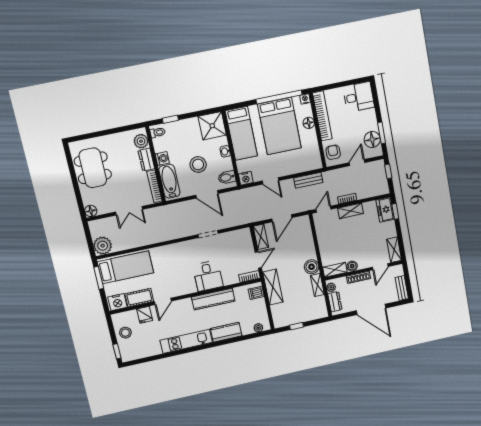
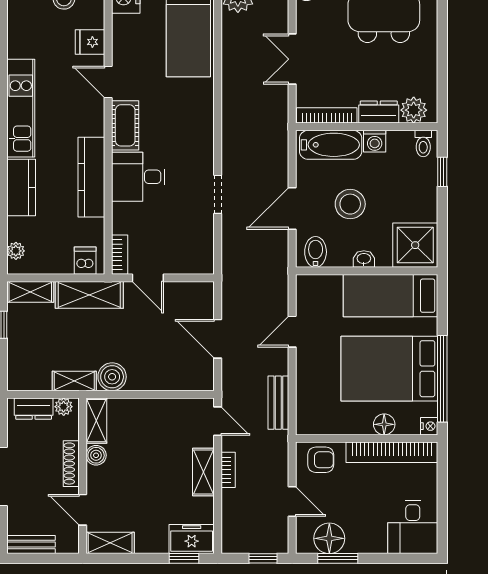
nightstand: (246, 178) -> (307, 286), removed
shelving: (261, 237) -> (30, 292), moved
cot: (139, 298) -> (125, 125), moved

